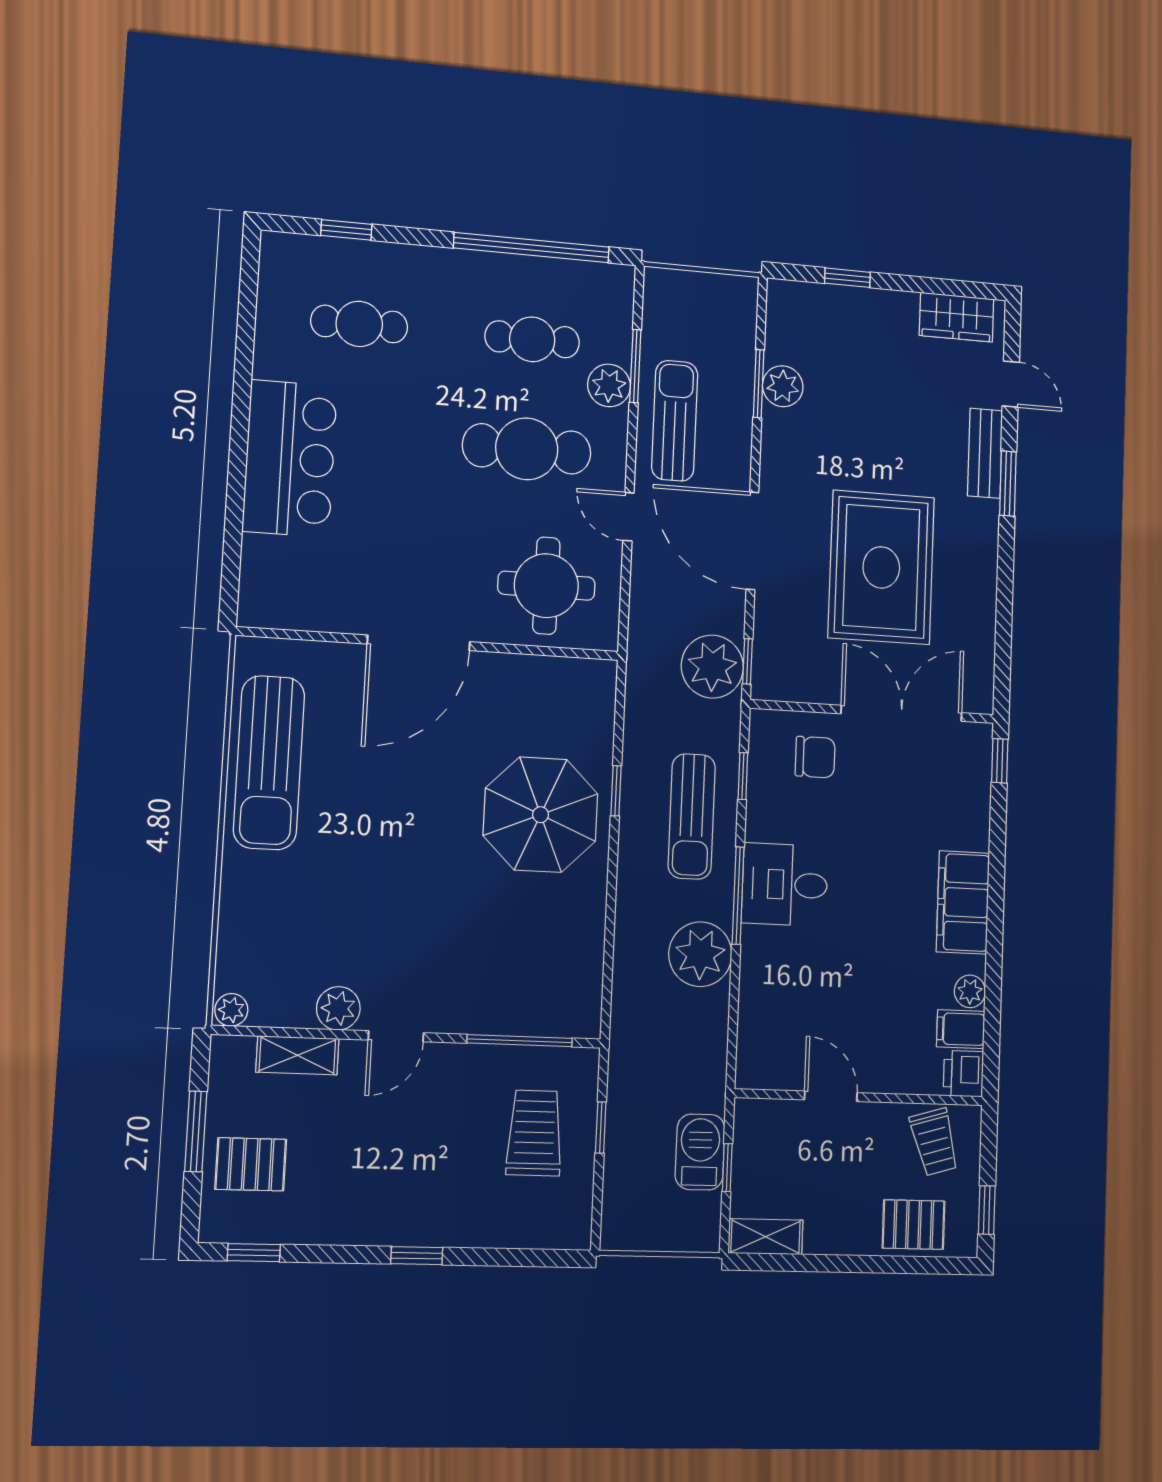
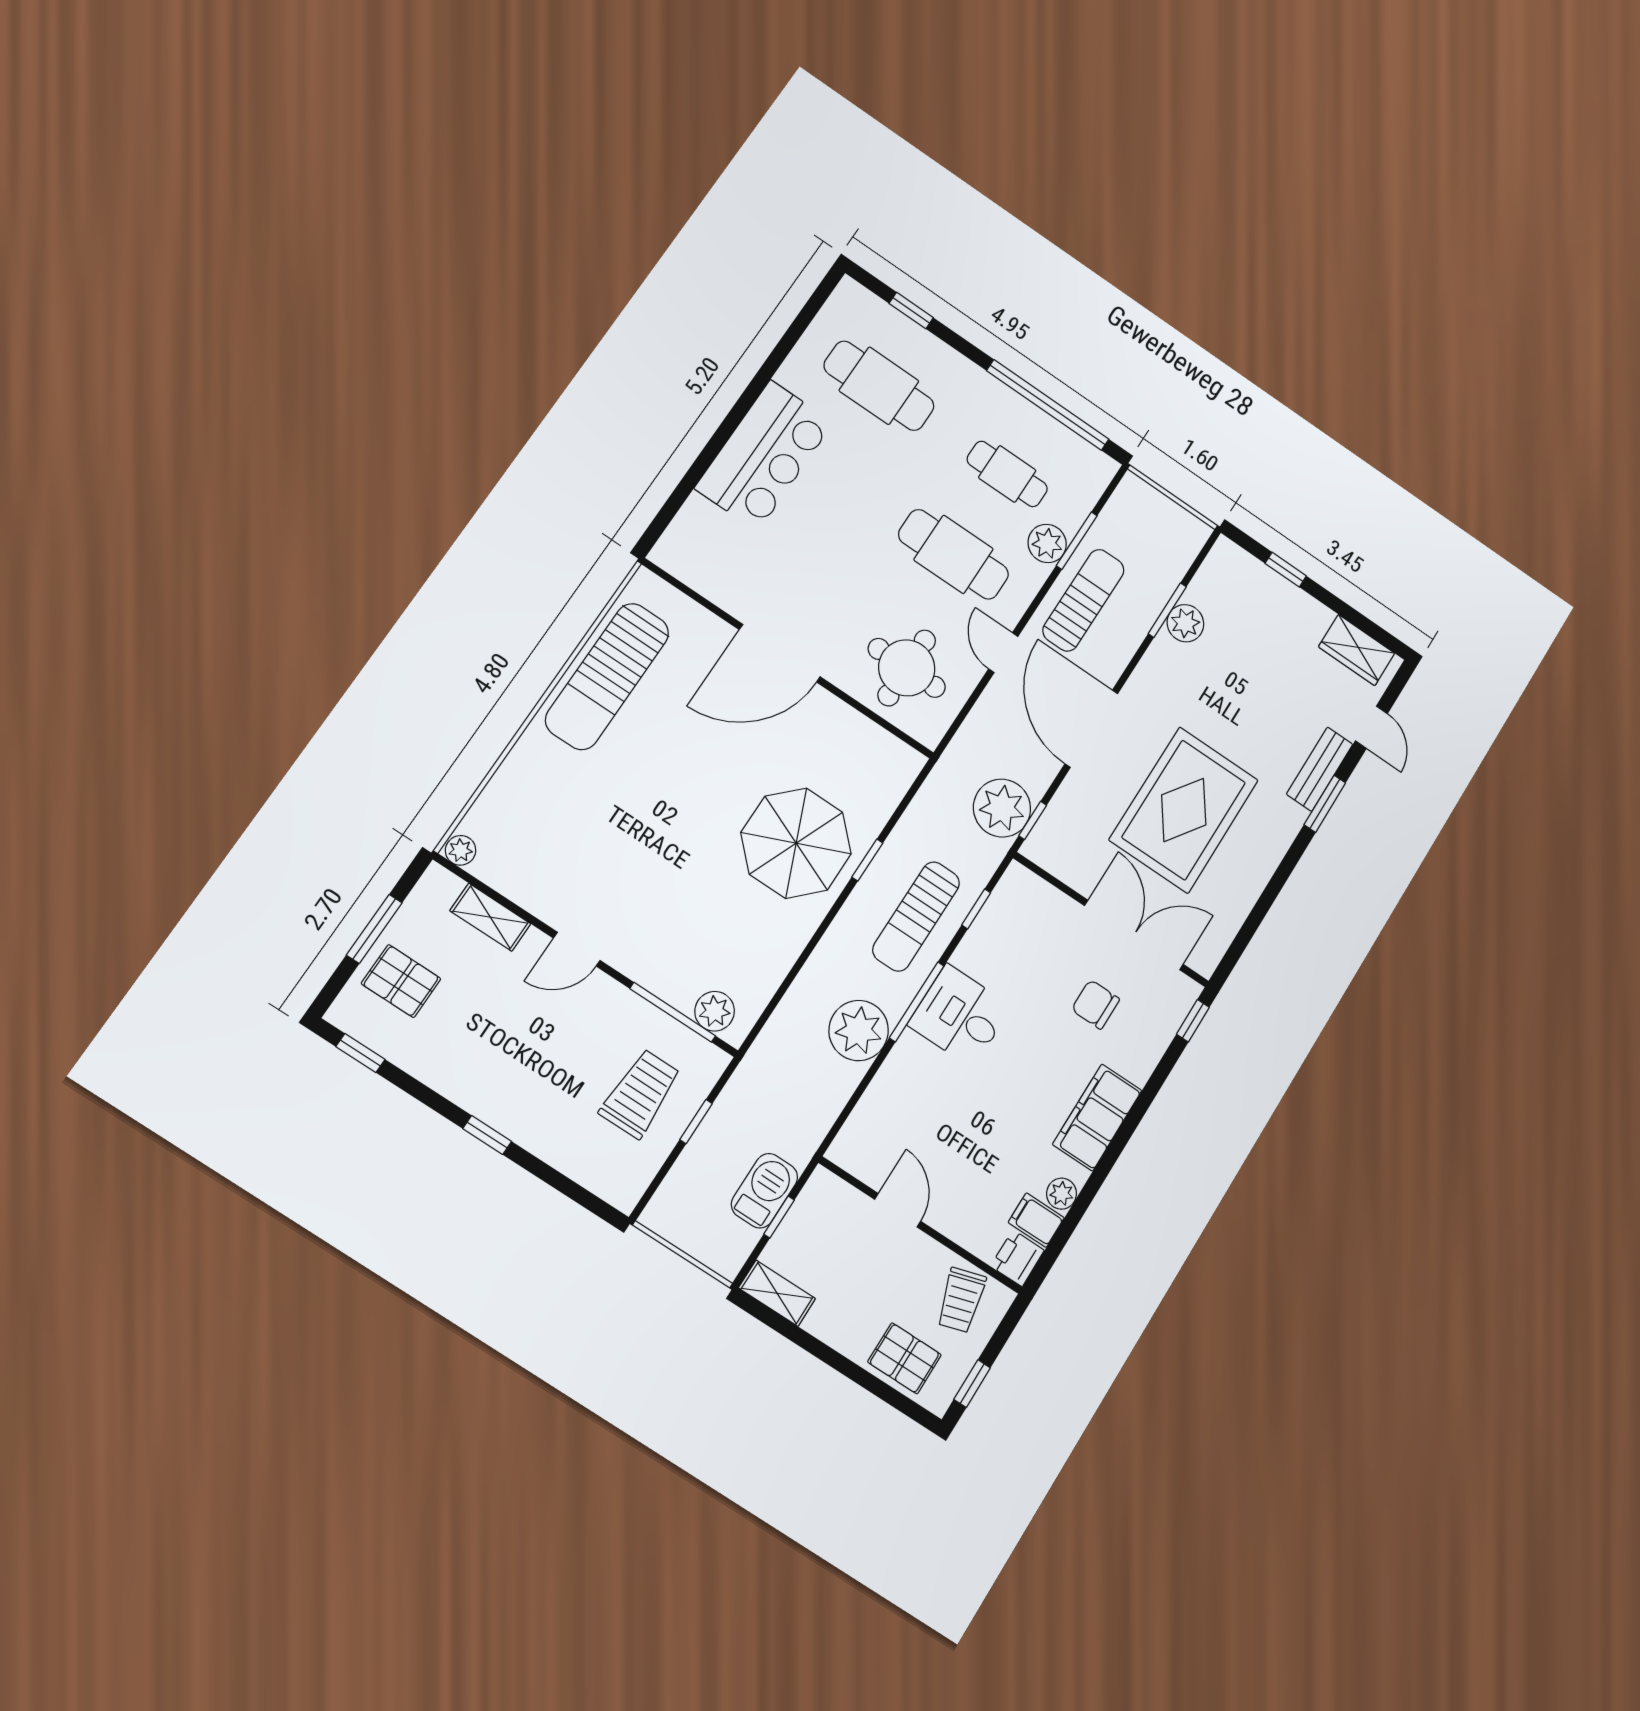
cafe table: (359, 324) -> (879, 386), width x1.37, depth x1.35
chair: (815, 757) -> (1095, 1004), moved, turned 180
plant: (338, 1008) -> (715, 1011), moved

